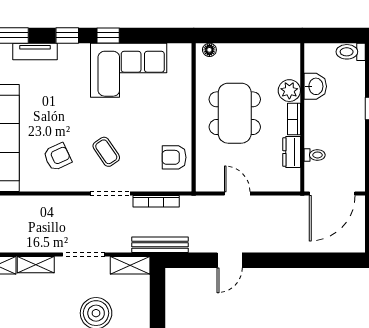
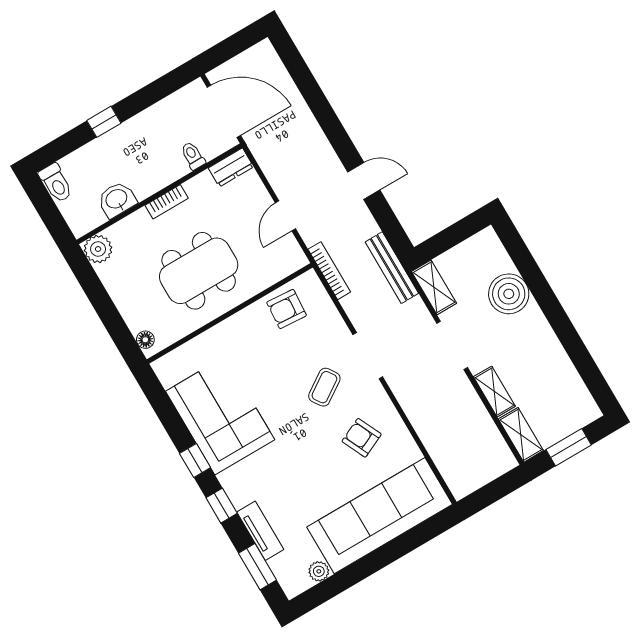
plant: (289, 91) -> (98, 249), moved
dresser: (292, 152) -> (231, 167), moved
armchair: (174, 157) -> (287, 309), turned 94
bookcase: (156, 201) -> (329, 271), moved

